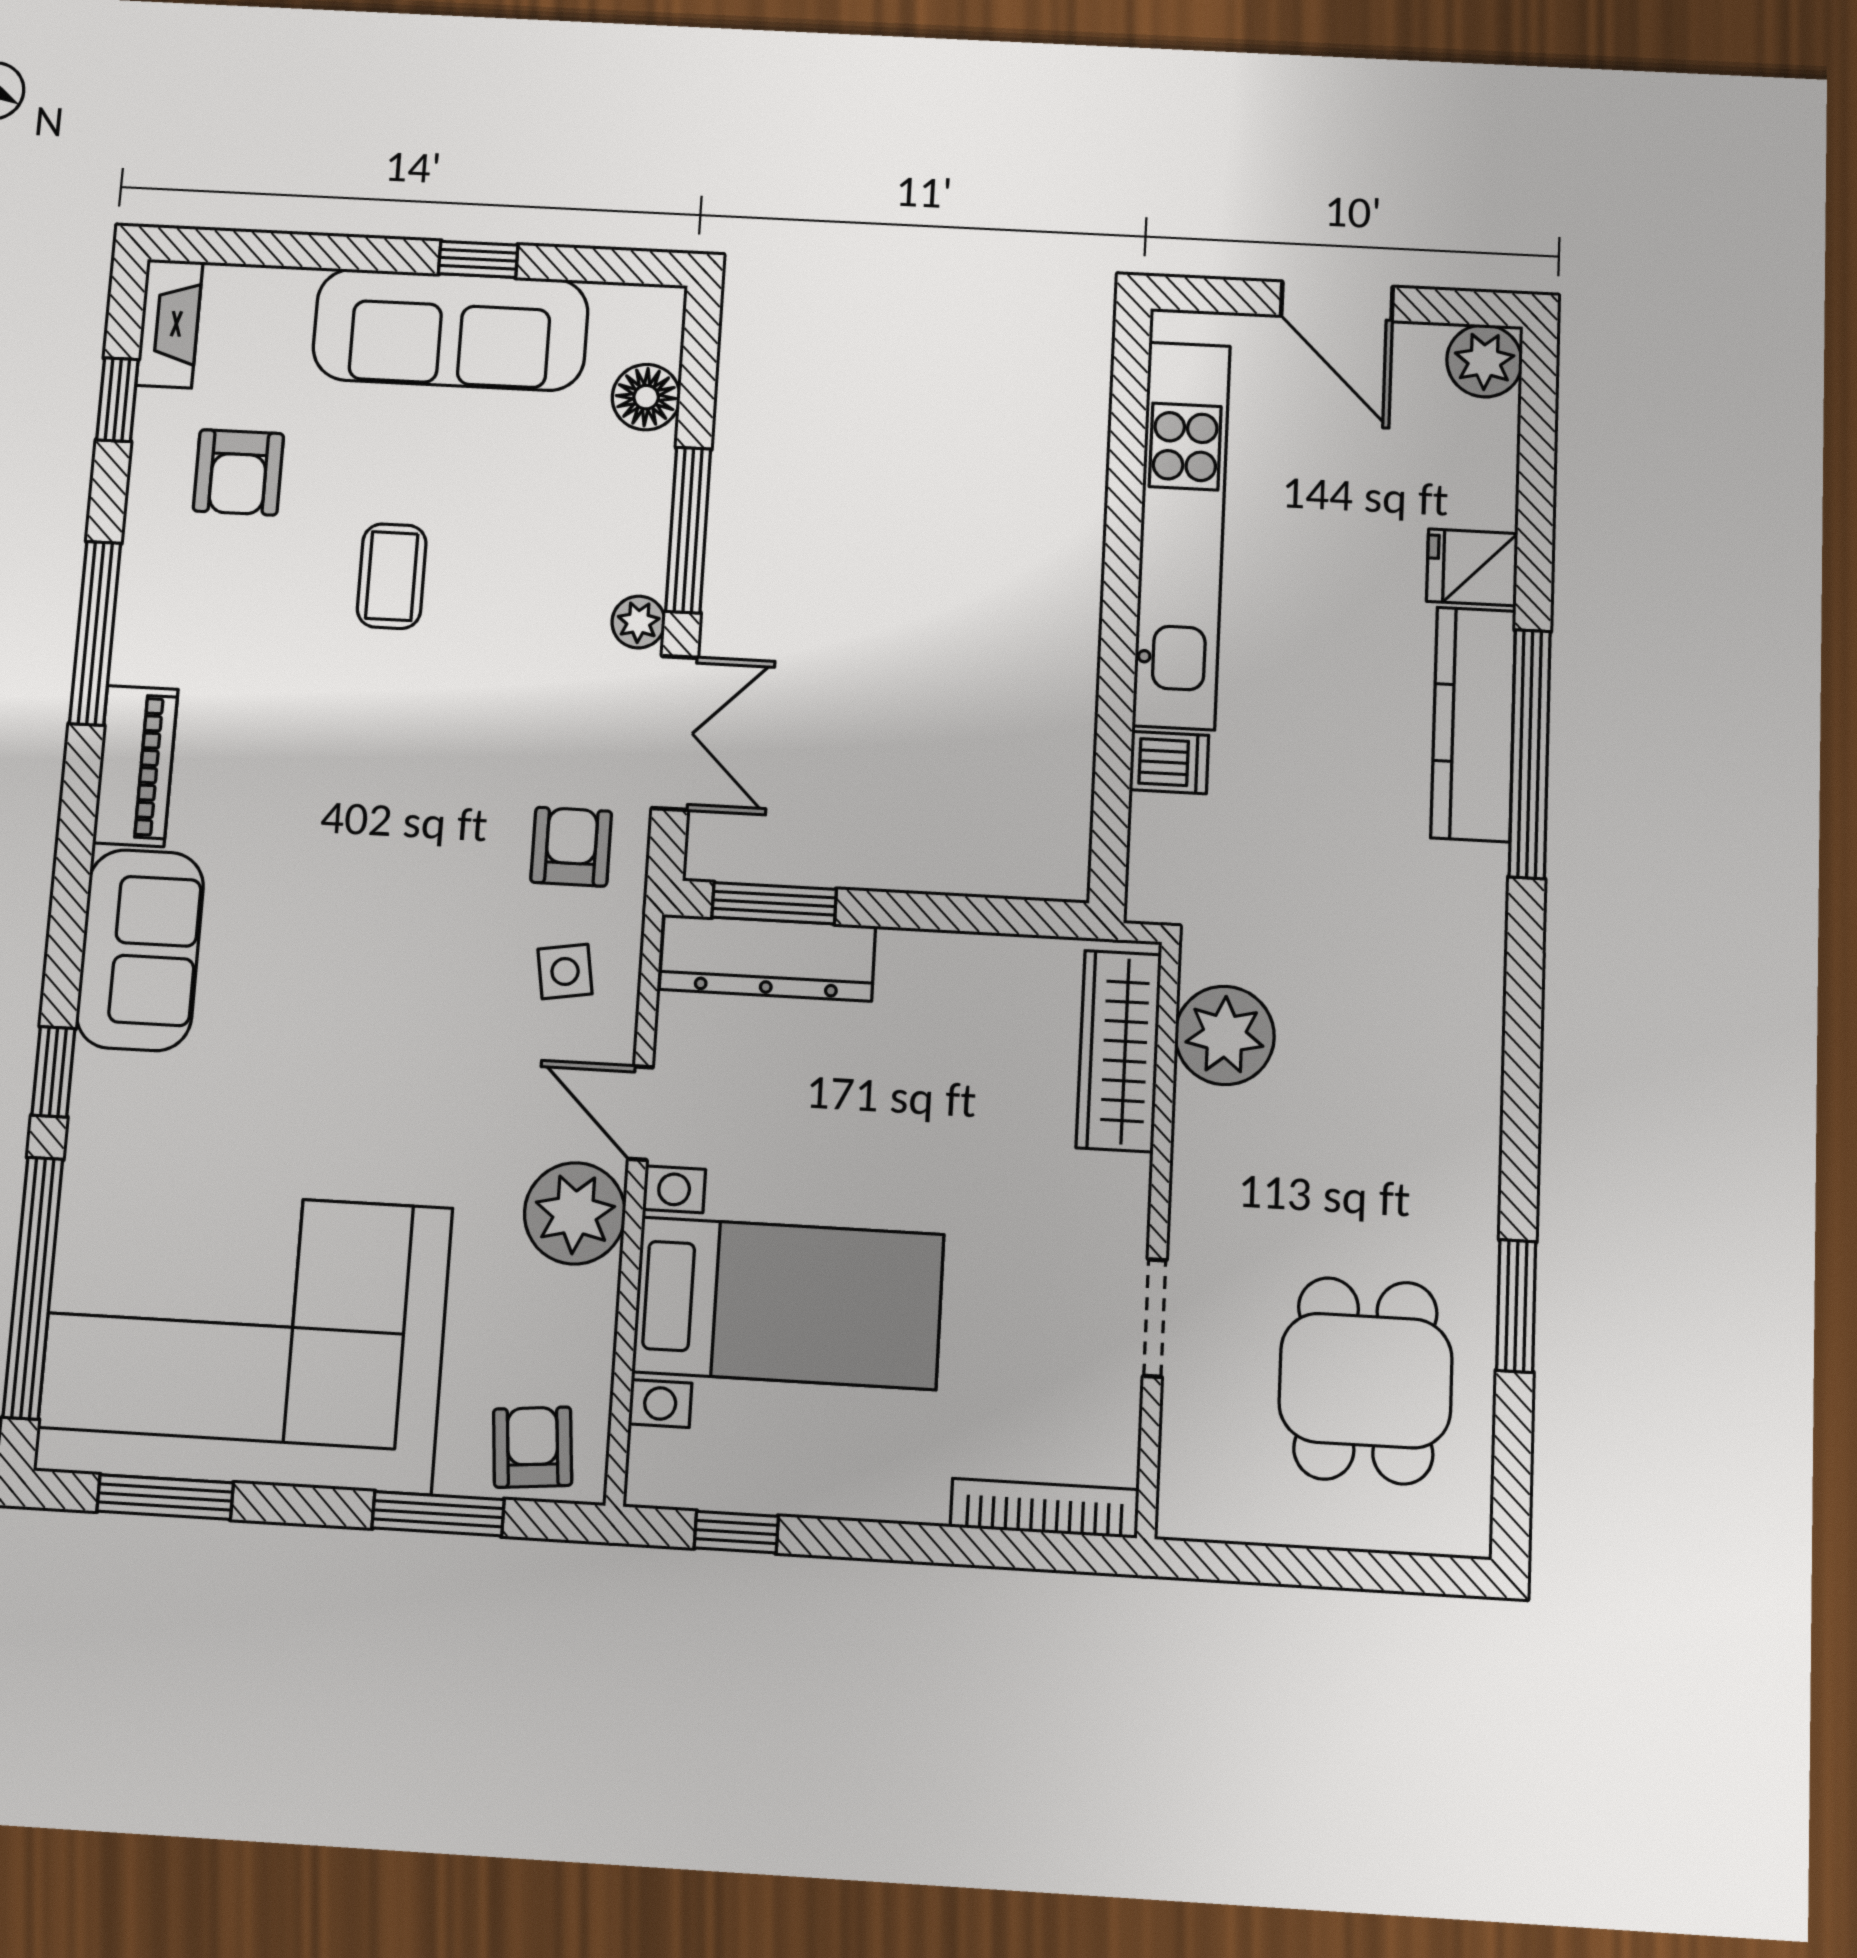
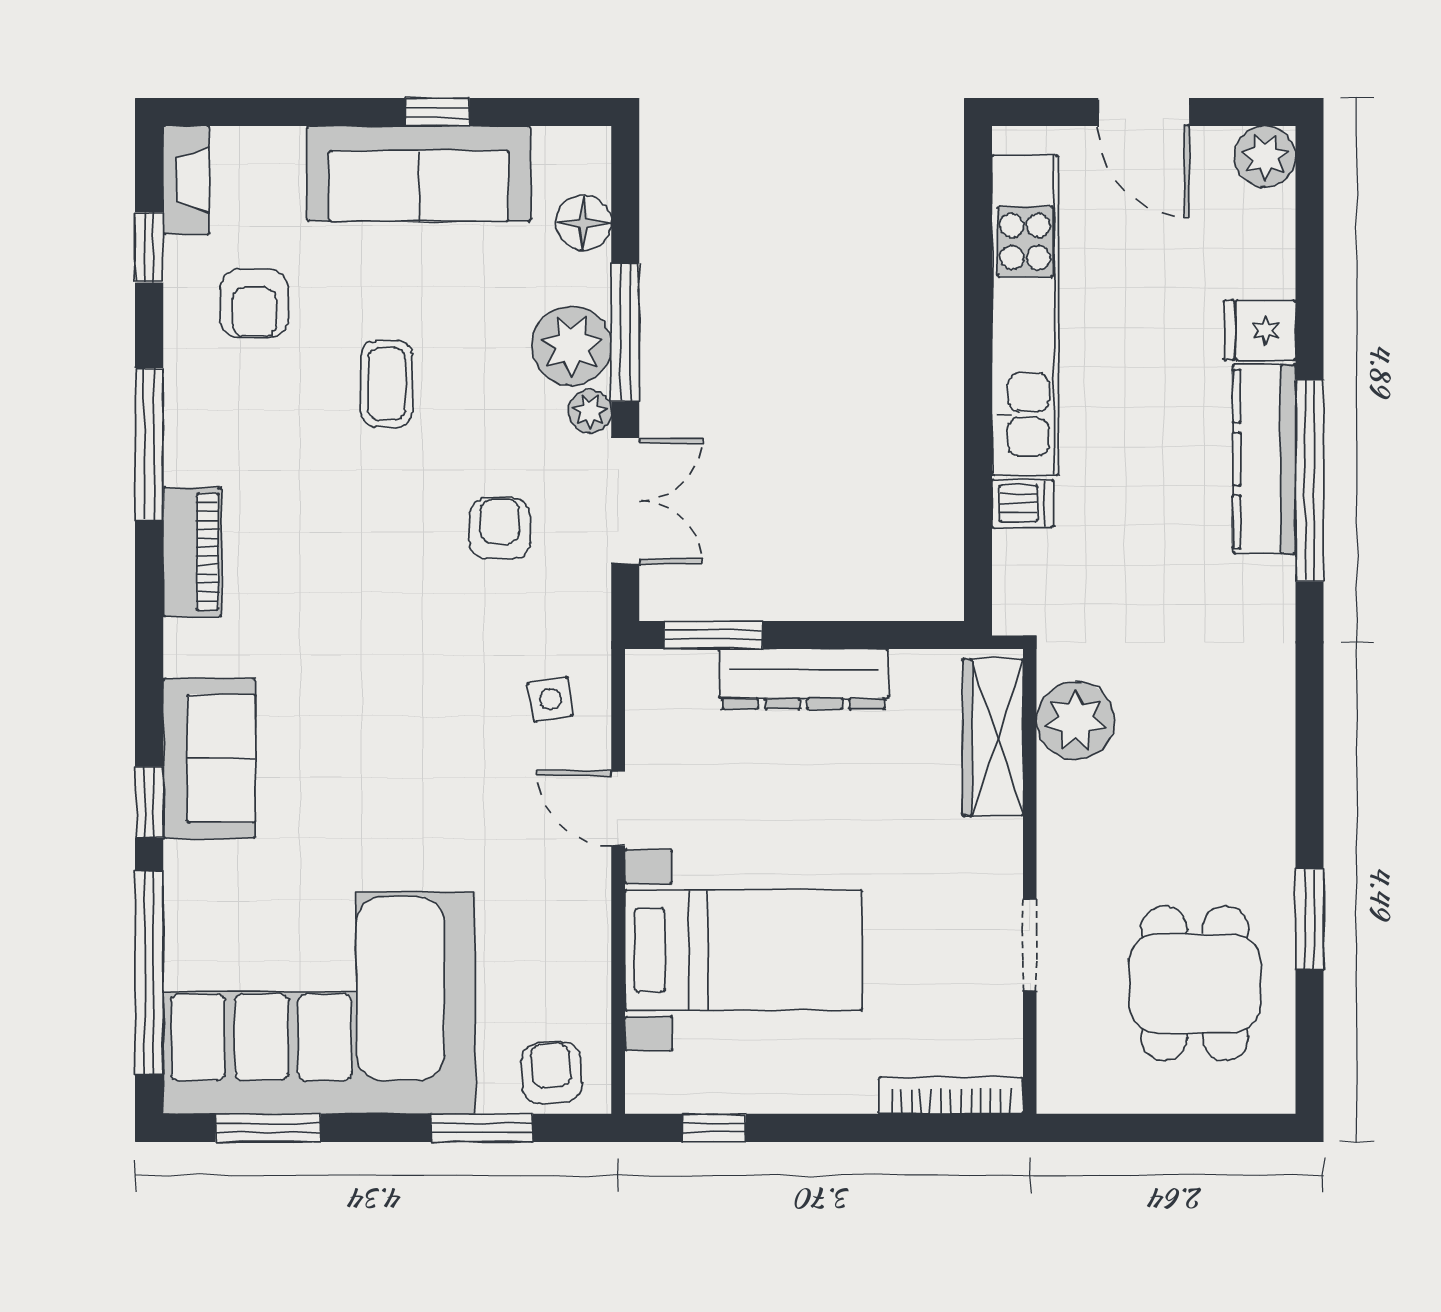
armchair: (571, 847) -> (500, 529), moved
sofa: (140, 950) -> (209, 758), moved
dresser: (768, 958) -> (804, 679), moved
plant: (575, 1213) -> (572, 346), moved

